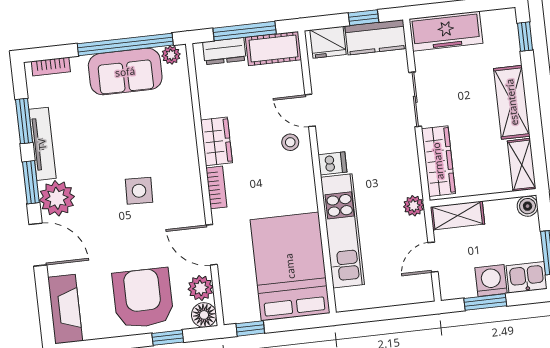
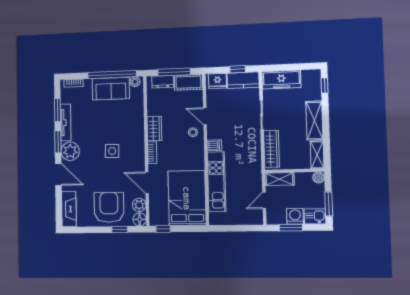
plant: (414, 206) -> (256, 172), removed

